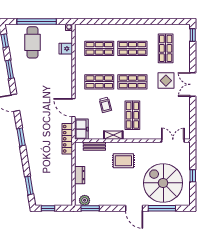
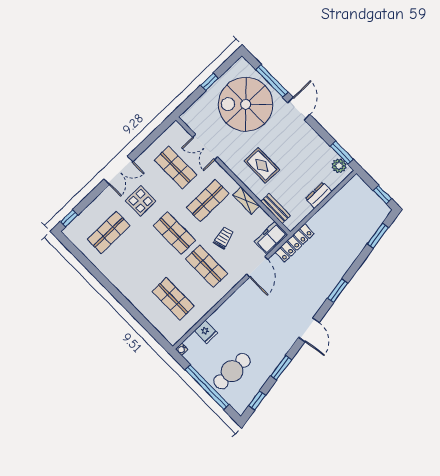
shop shelf: (132, 48) -> (175, 167), moved
double door: (173, 141) -> (205, 147), moved
spiral stairs: (163, 183) -> (246, 104), turned 90

